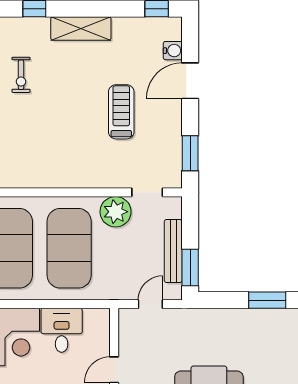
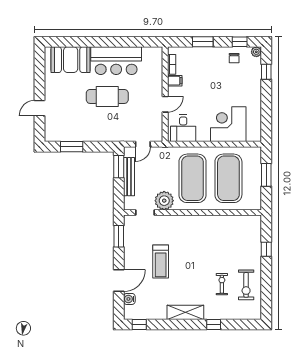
desk: (62, 330) -> (183, 128), moved

